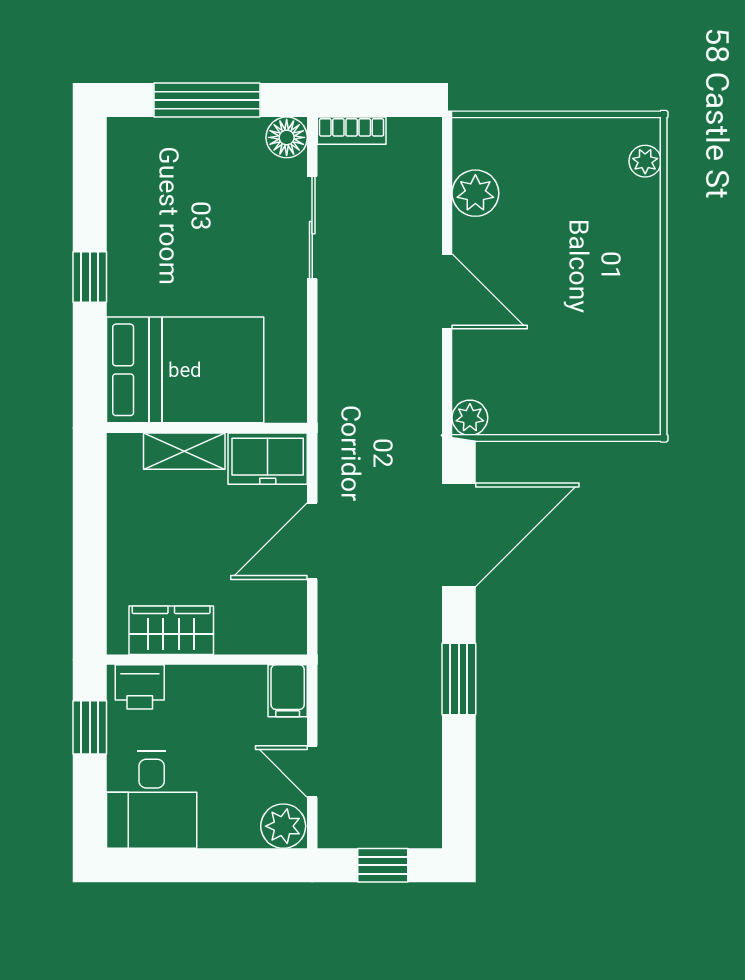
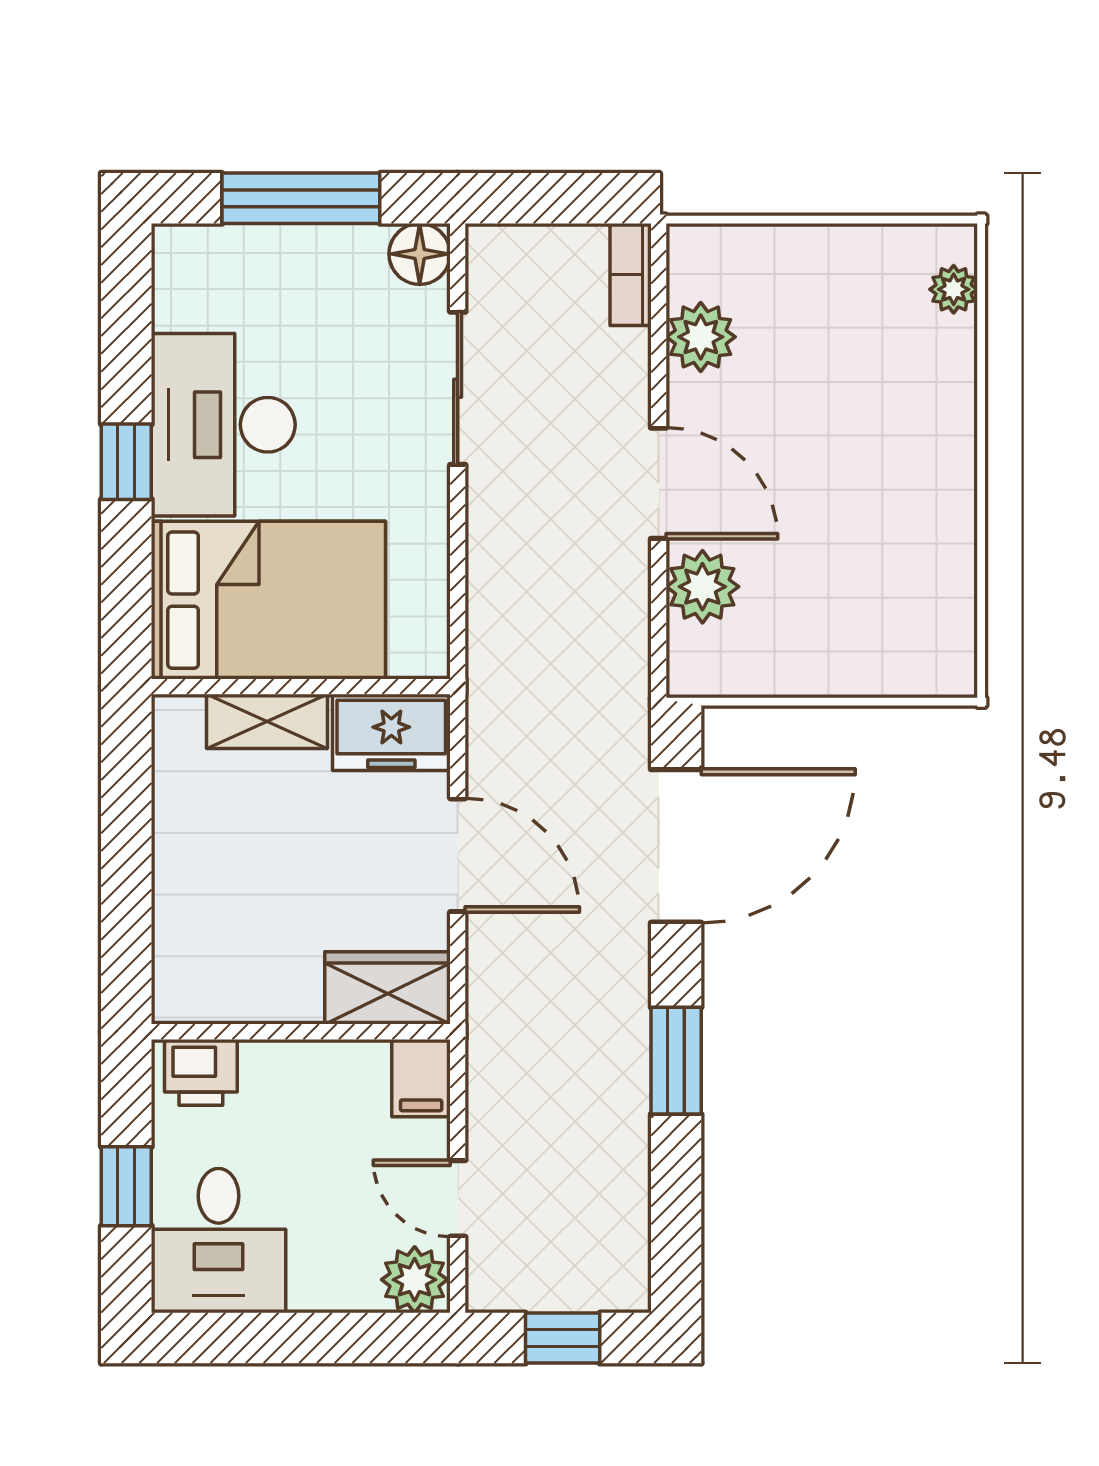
bookcase: (352, 131) -> (631, 274), moved, turned 90
desk: (155, 252) -> (223, 425), added
plant: (470, 418) -> (702, 587), moved, width x1.38, depth x1.38
door: (312, 541) -> (458, 855), swing flipped
wardrobe: (171, 630) -> (387, 988), moved
window: (90, 727) -> (126, 1186), moved

